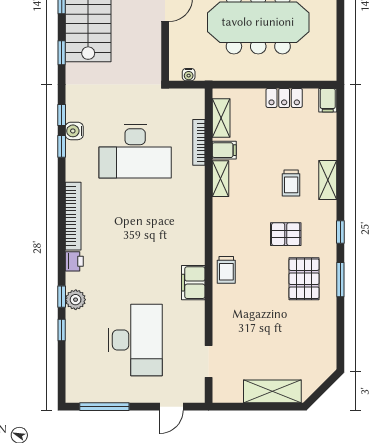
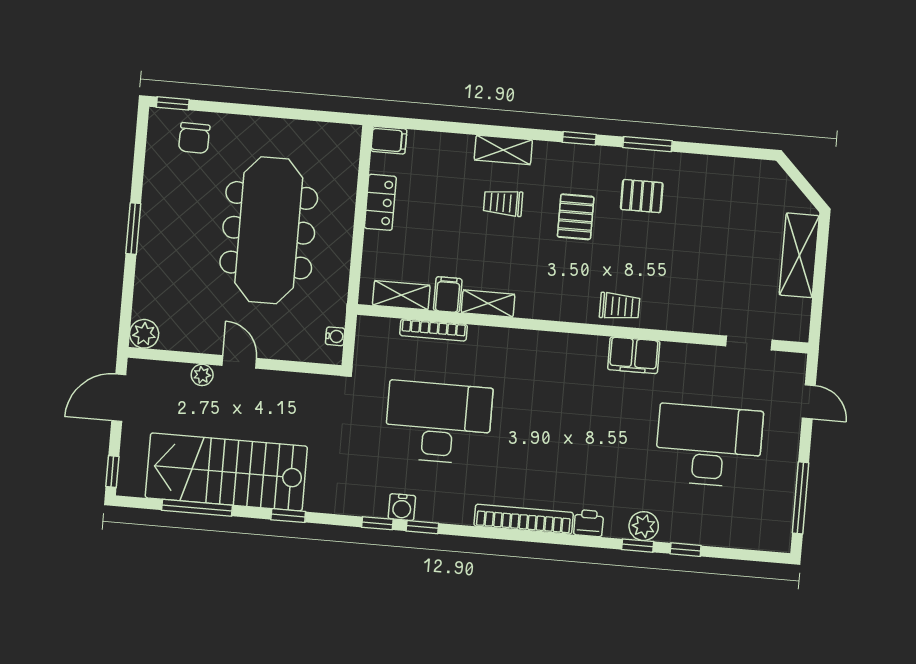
desk: (135, 151) -> (438, 422), turned -90
trolley: (291, 183) -> (503, 203), turned 180
pallet: (304, 279) -> (642, 196), width x0.67, depth x0.71

